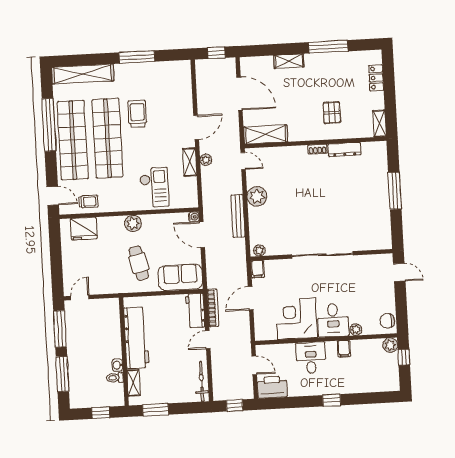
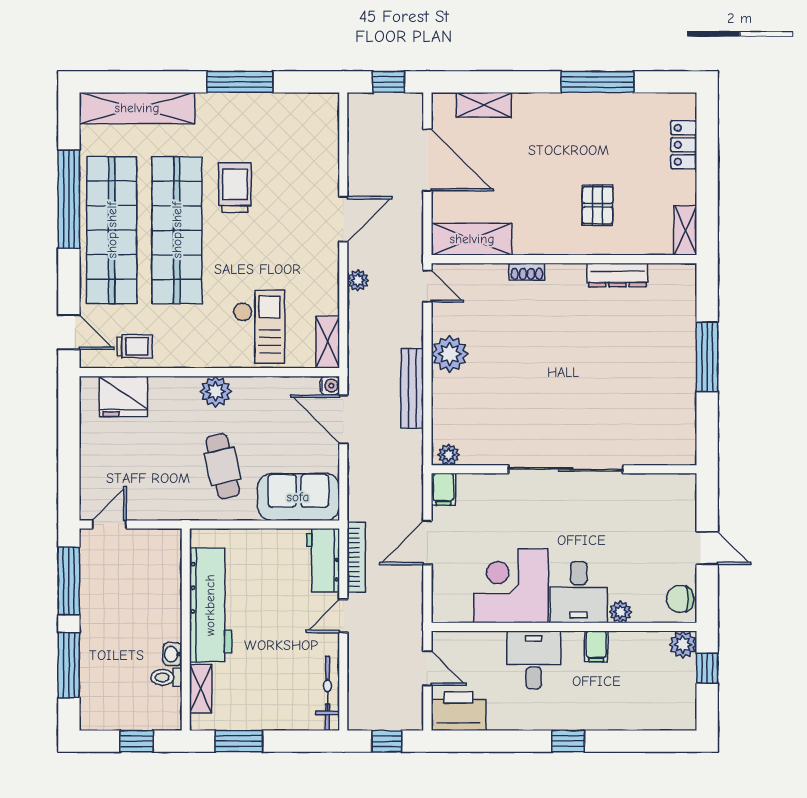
shelving: (289, 61) -> (484, 105), moved
shoe rack: (318, 149) -> (527, 272), moved
shelving: (190, 162) -> (328, 342), moved
door: (399, 272) -> (707, 548), moved

